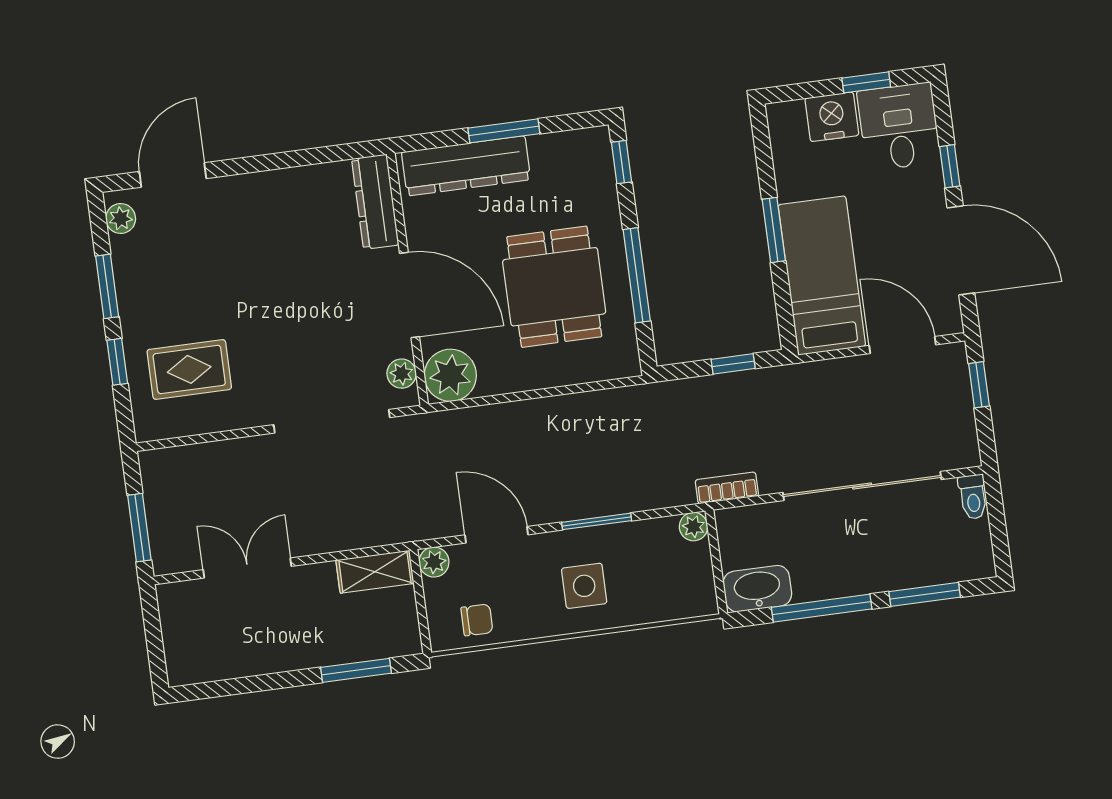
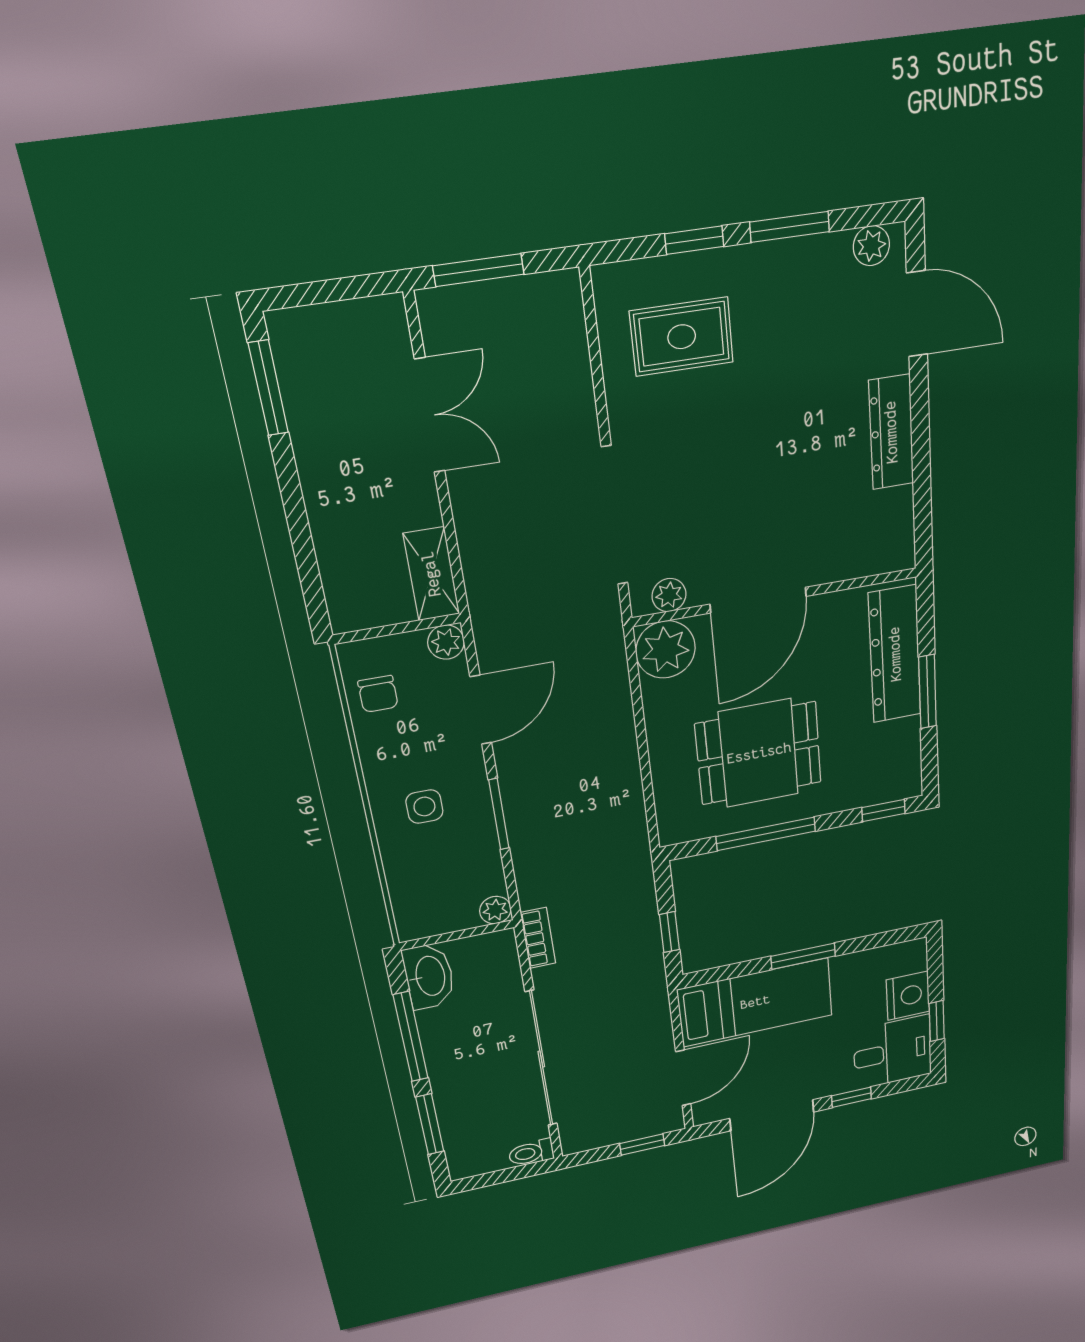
dresser: (375, 202) -> (891, 432), moved, turned -90
rug: (189, 369) -> (682, 337), turned 90
side table: (584, 586) -> (424, 807), width x0.73, depth x0.73
window: (356, 670) -> (268, 388), moved

